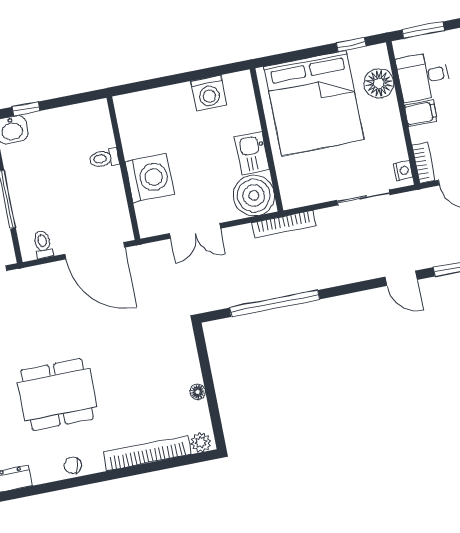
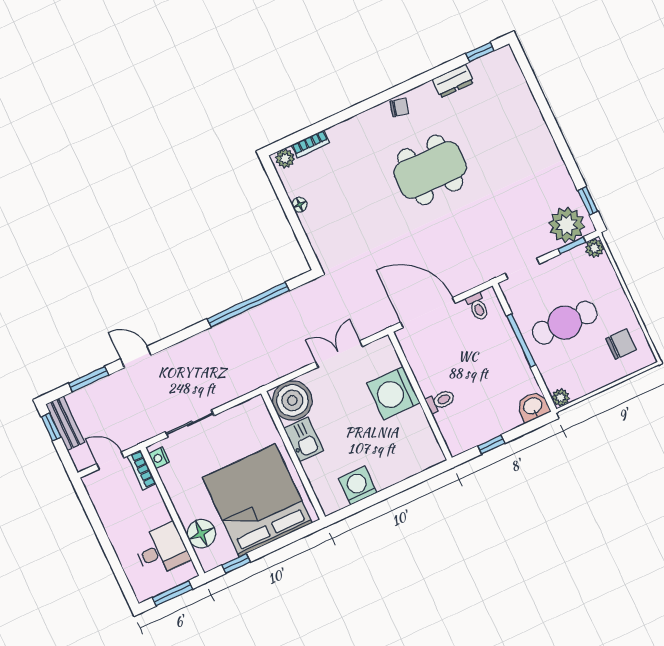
window: (26, 109) -> (491, 445), moved
filing cabinet: (421, 113) -> (156, 515), removed
bookcase: (284, 224) -> (258, 381), removed
bookcase: (147, 453) -> (310, 144), width x0.43, depth x0.76

